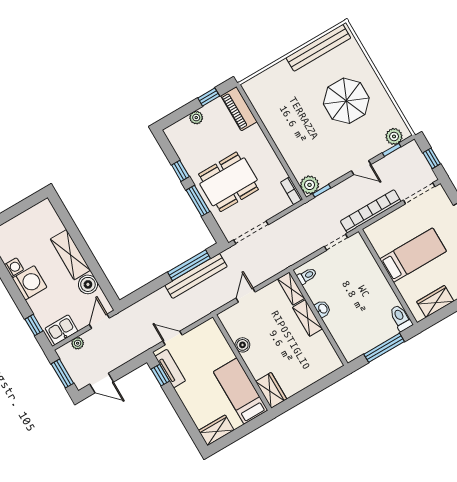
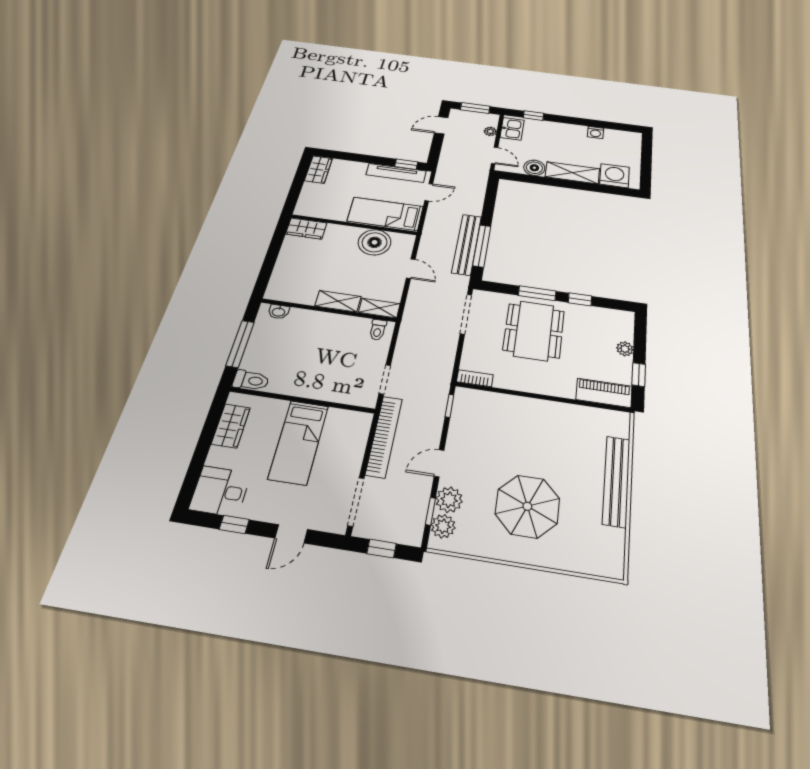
bench: (318, 48) -> (616, 481), moved
plant: (310, 185) -> (449, 500), moved
washing machine: (30, 283) -> (614, 176), moved, turned 180
washbasin: (323, 309) -> (279, 312), moved
boiler: (242, 345) -> (375, 242), width x1.86, depth x1.86
tv unit: (170, 369) -> (396, 173), width x1.41
bed: (241, 391) -> (385, 214), moved, turned 180

